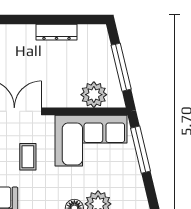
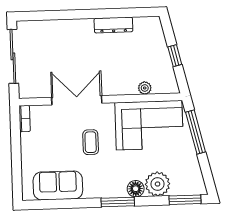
window: (121, 67) -> (175, 56), width x0.46
plant: (94, 95) -> (145, 88), width x0.53, depth x0.53

